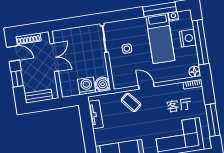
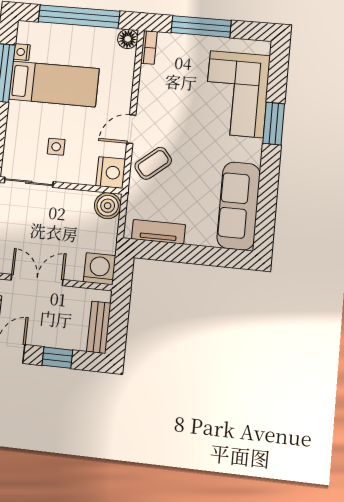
nightstand: (188, 38) -> (111, 172), moved, turned 90
washing machine: (87, 86) -> (100, 269), moved, turned 90
window: (213, 120) -> (201, 27), moved

